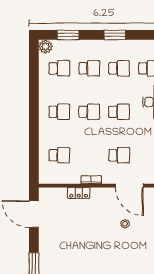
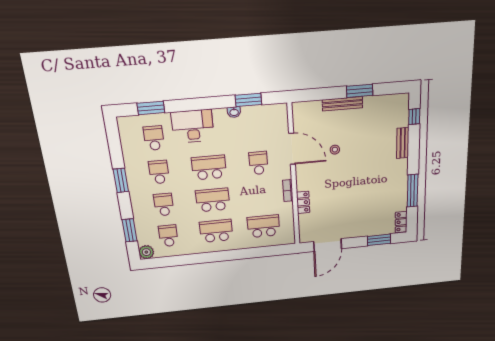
school desk: (59, 112) -> (216, 231), width x1.85
school desk: (89, 112) -> (213, 200), width x1.85
school desk: (119, 112) -> (209, 168), width x1.85
school desk: (59, 155) -> (264, 226), width x1.85
door: (129, 186) -> (292, 149), hinge flipped

